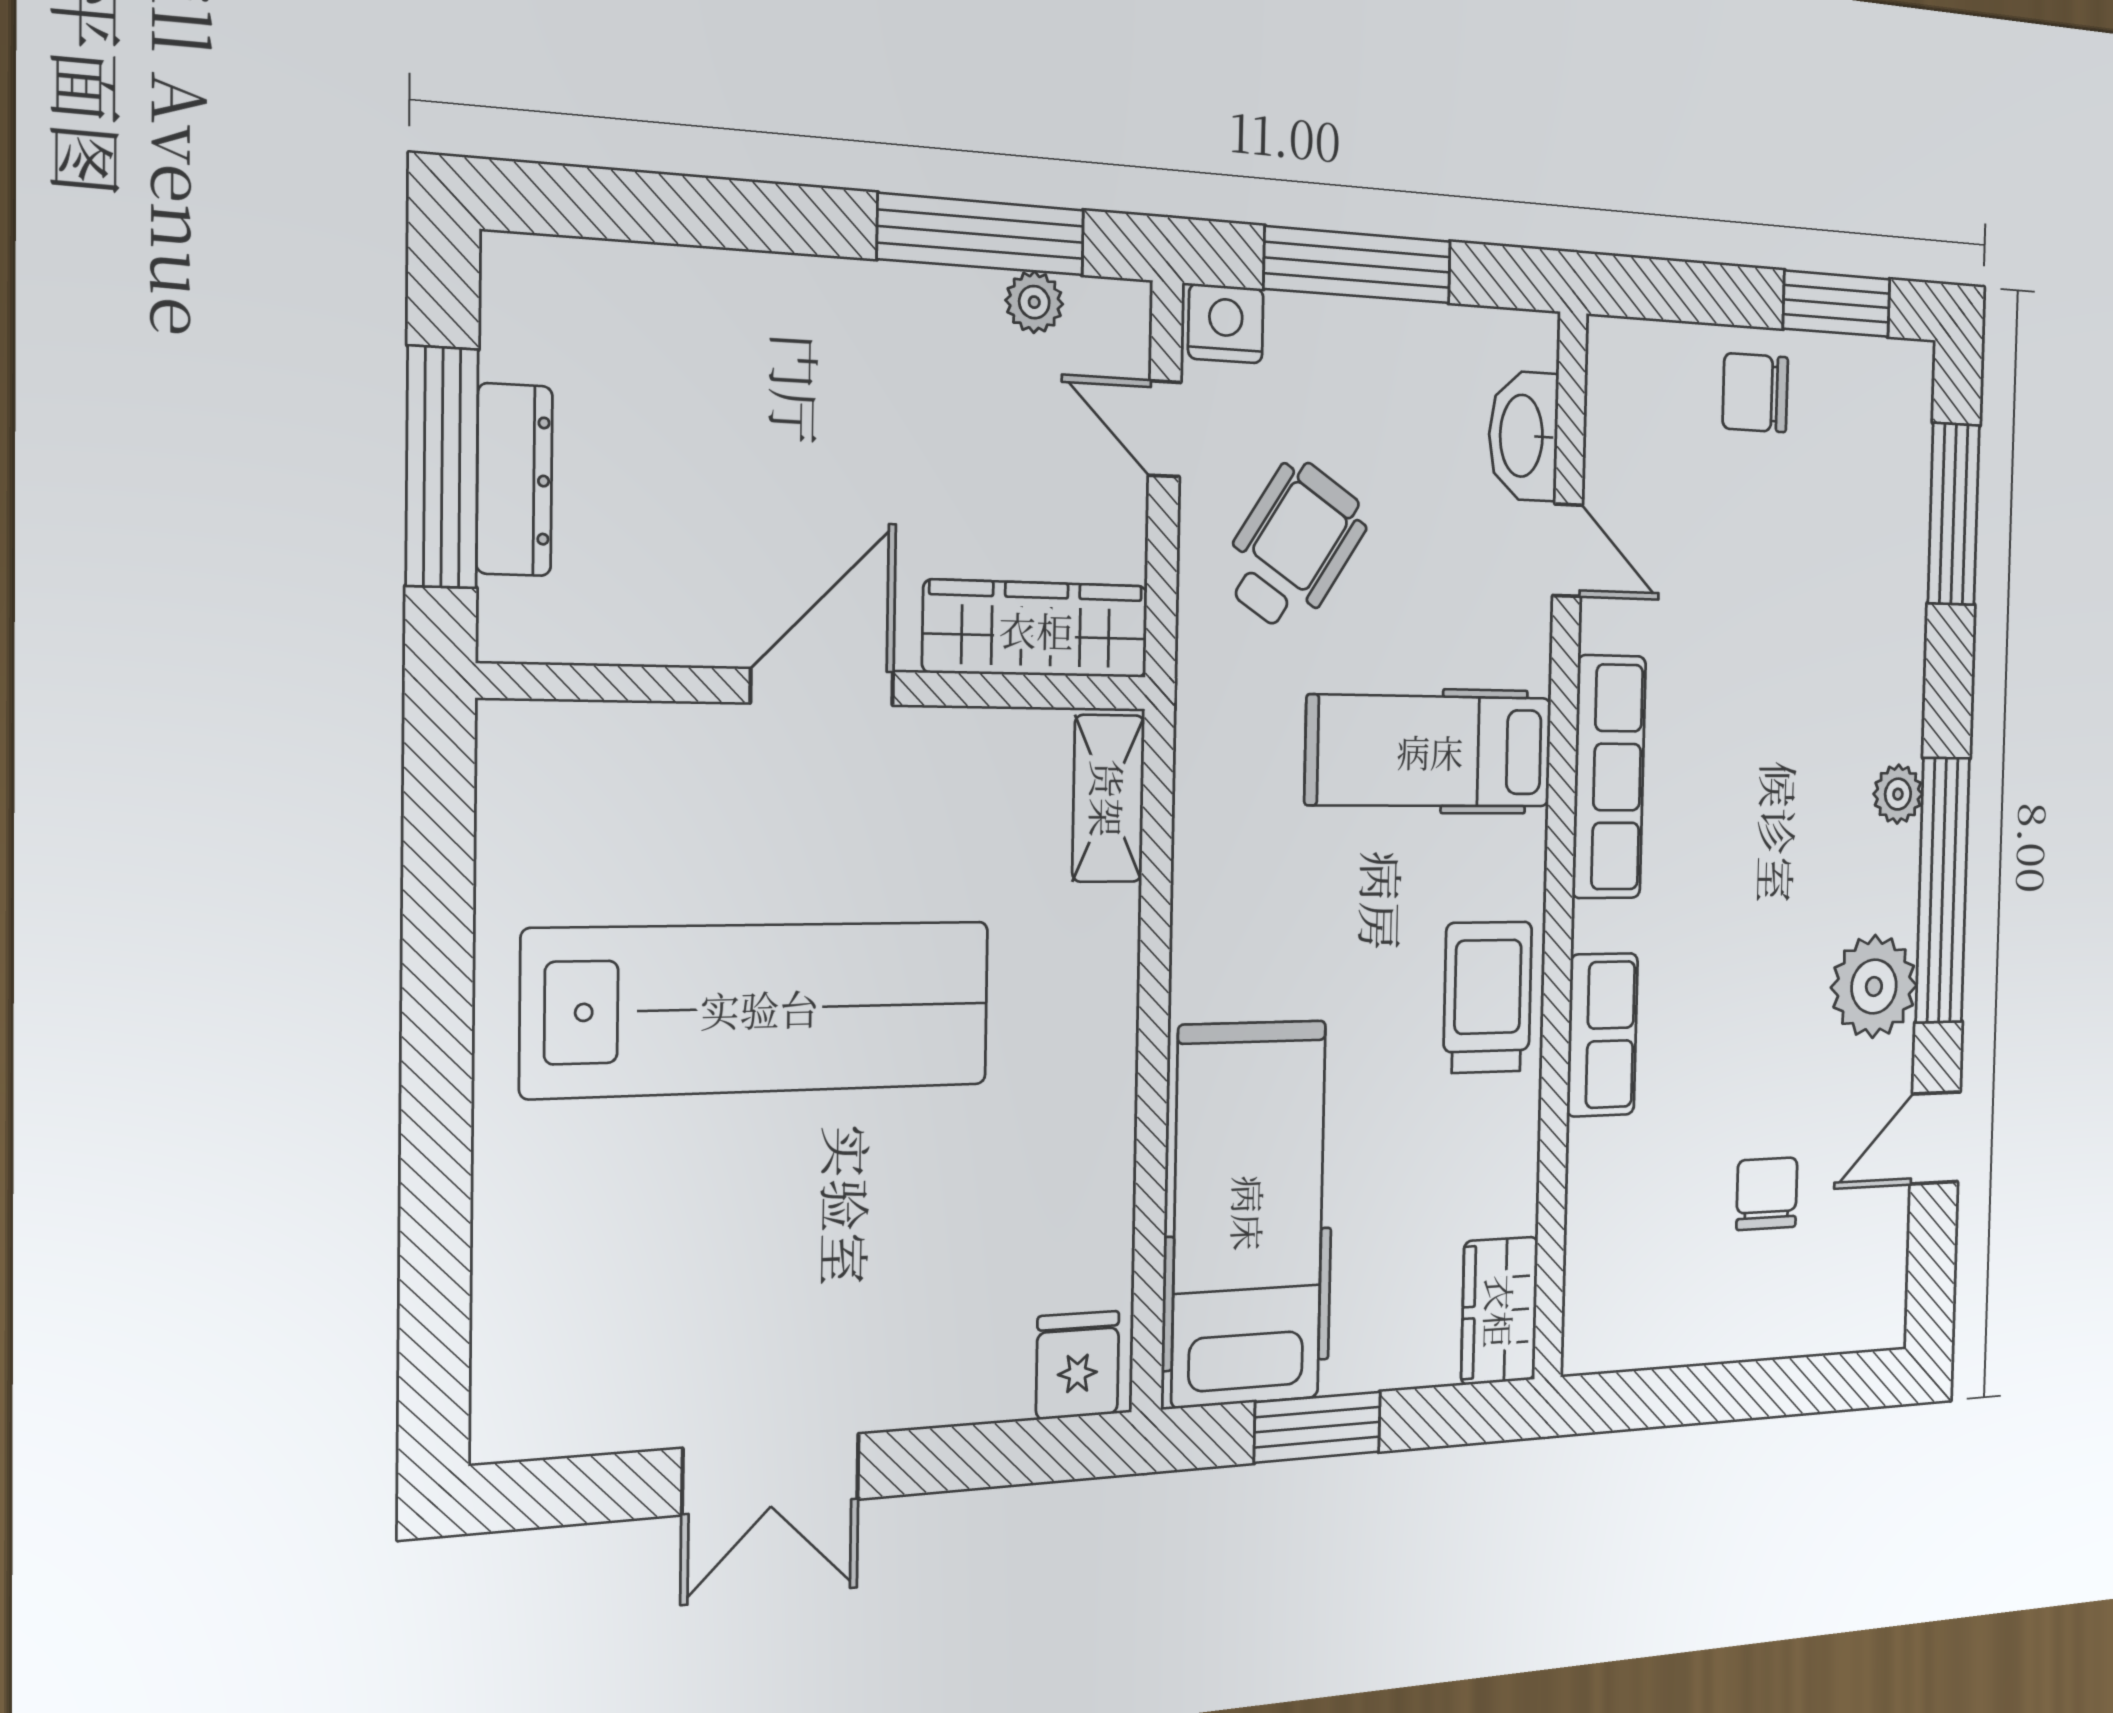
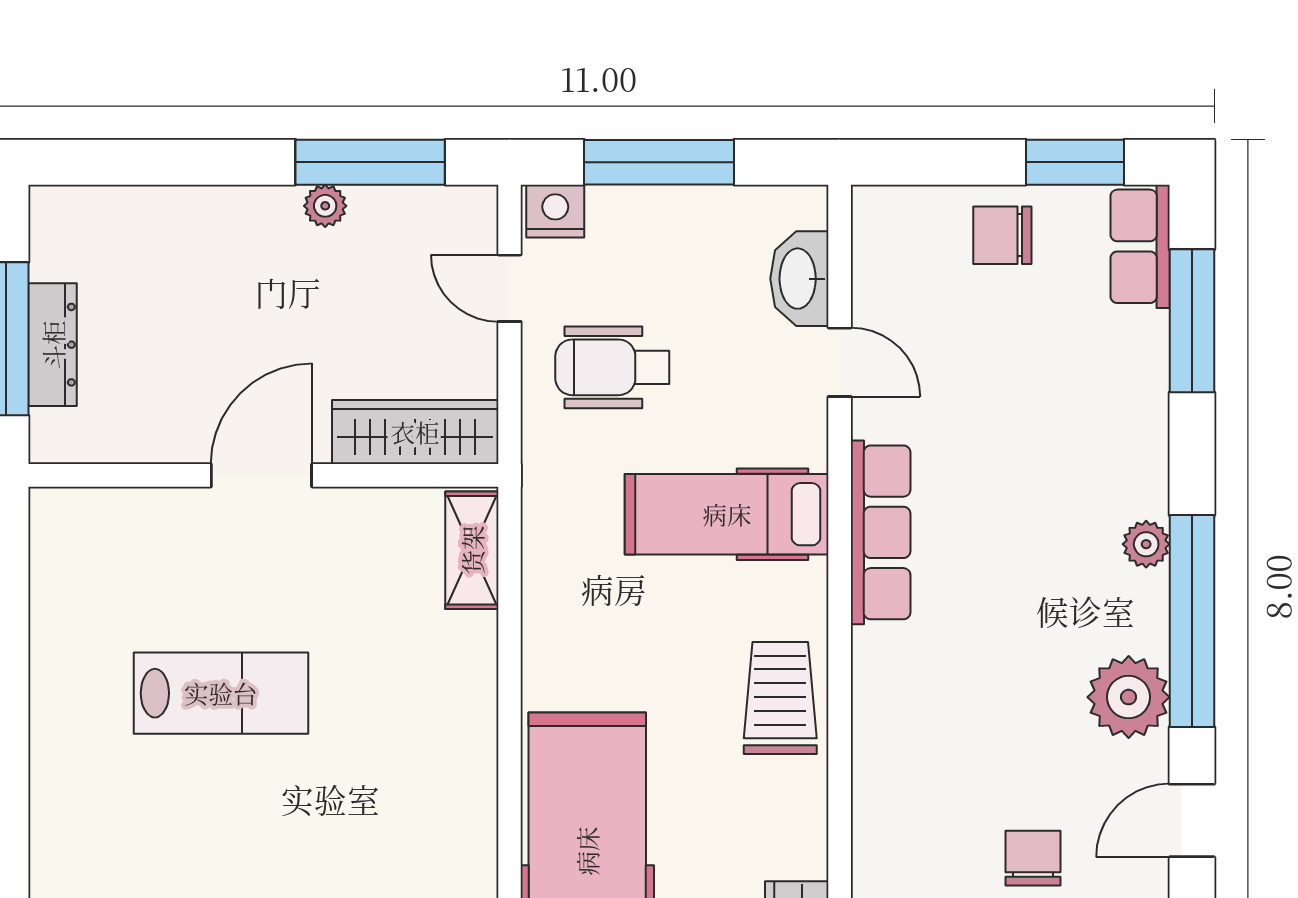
plant: (1034, 302) -> (325, 206), moved
wheelchair: (1294, 546) -> (612, 367), turned -123
lab bench: (760, 1008) -> (221, 693), width x0.54, depth x0.72
row of seats: (1602, 1035) -> (1140, 246), moved, turned 180

